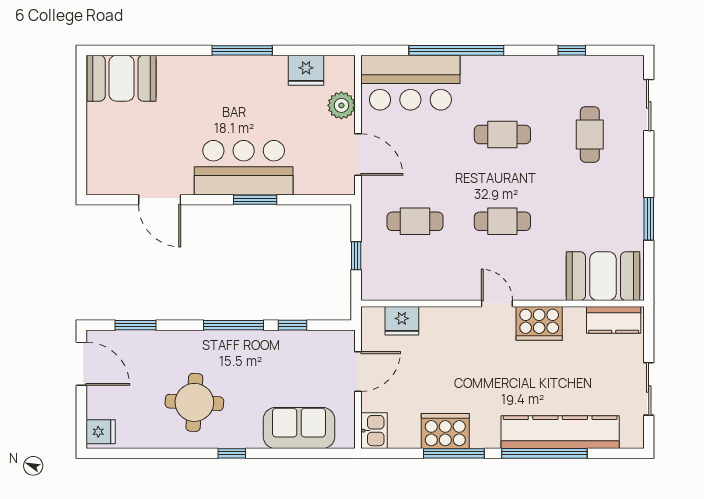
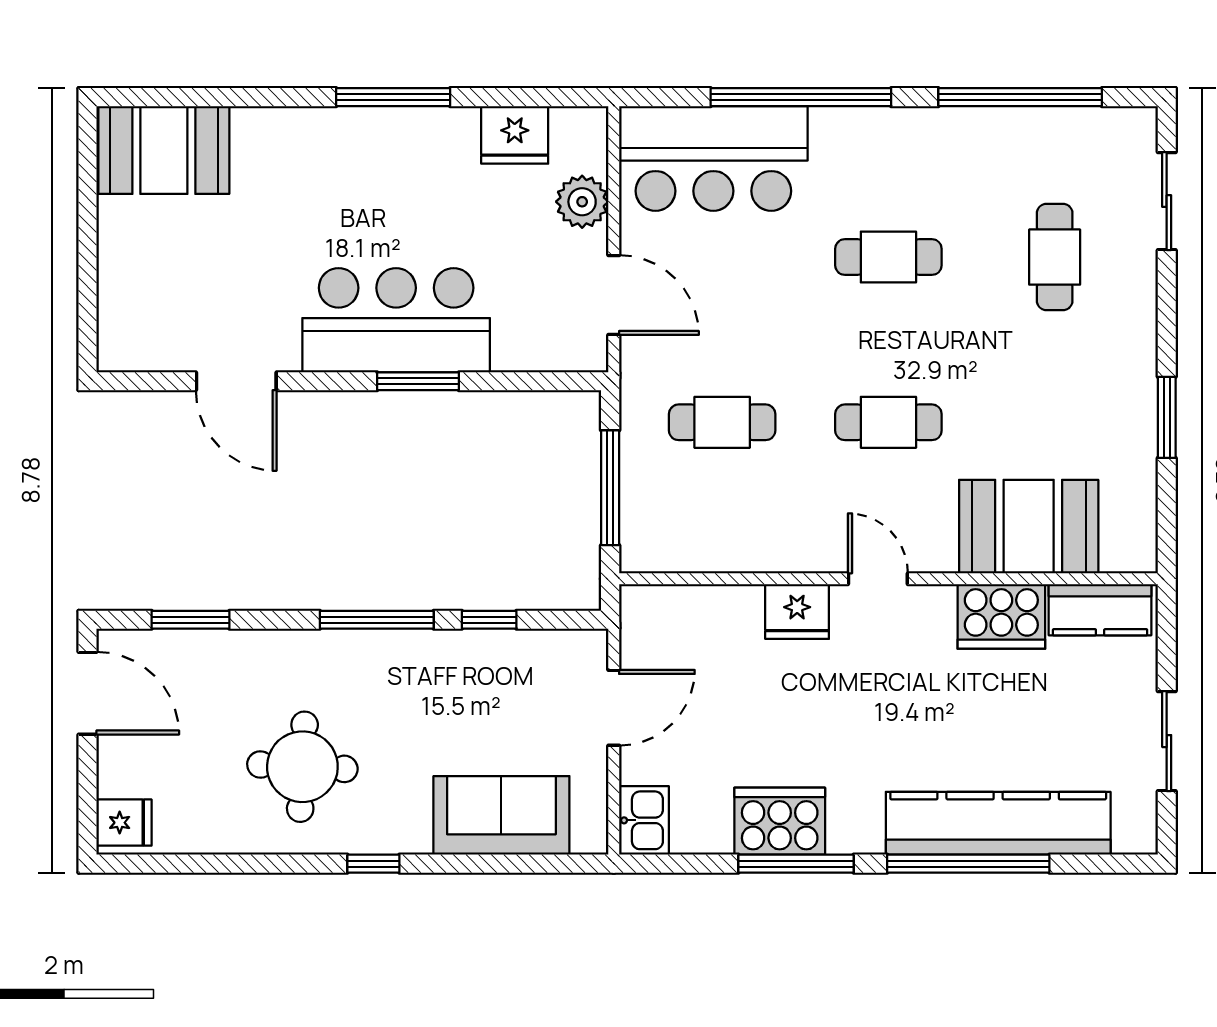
window: (572, 50) -> (1020, 97), width x3.17
window: (356, 256) -> (610, 488), width x2.17
booth: (603, 276) -> (1029, 527), moved
fridge: (402, 321) -> (797, 611), moved
cooker: (539, 323) -> (1001, 616), moved

